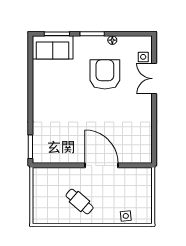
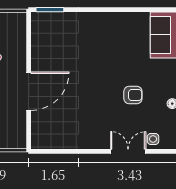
armchair: (105, 74) -> (133, 95), width x0.53, depth x0.53

